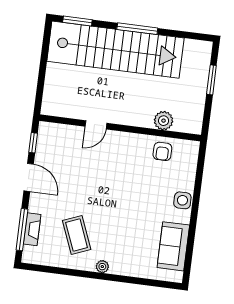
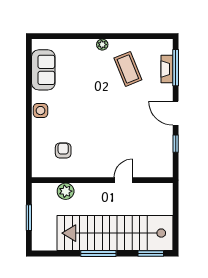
plant: (164, 121) -> (66, 191), moved
door: (96, 125) -> (123, 180), moved
wall: (120, 128) -> (102, 180), moved

